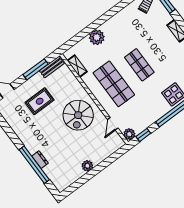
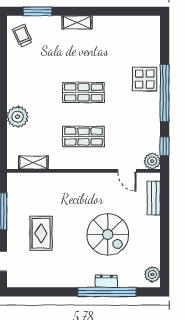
bench: (52, 67) -> (154, 198), moved
shop shelf: (114, 84) -> (84, 137), width x0.70, depth x0.74
spiral stairs: (78, 115) -> (108, 234), moved
plant: (87, 166) -> (152, 274), moved

